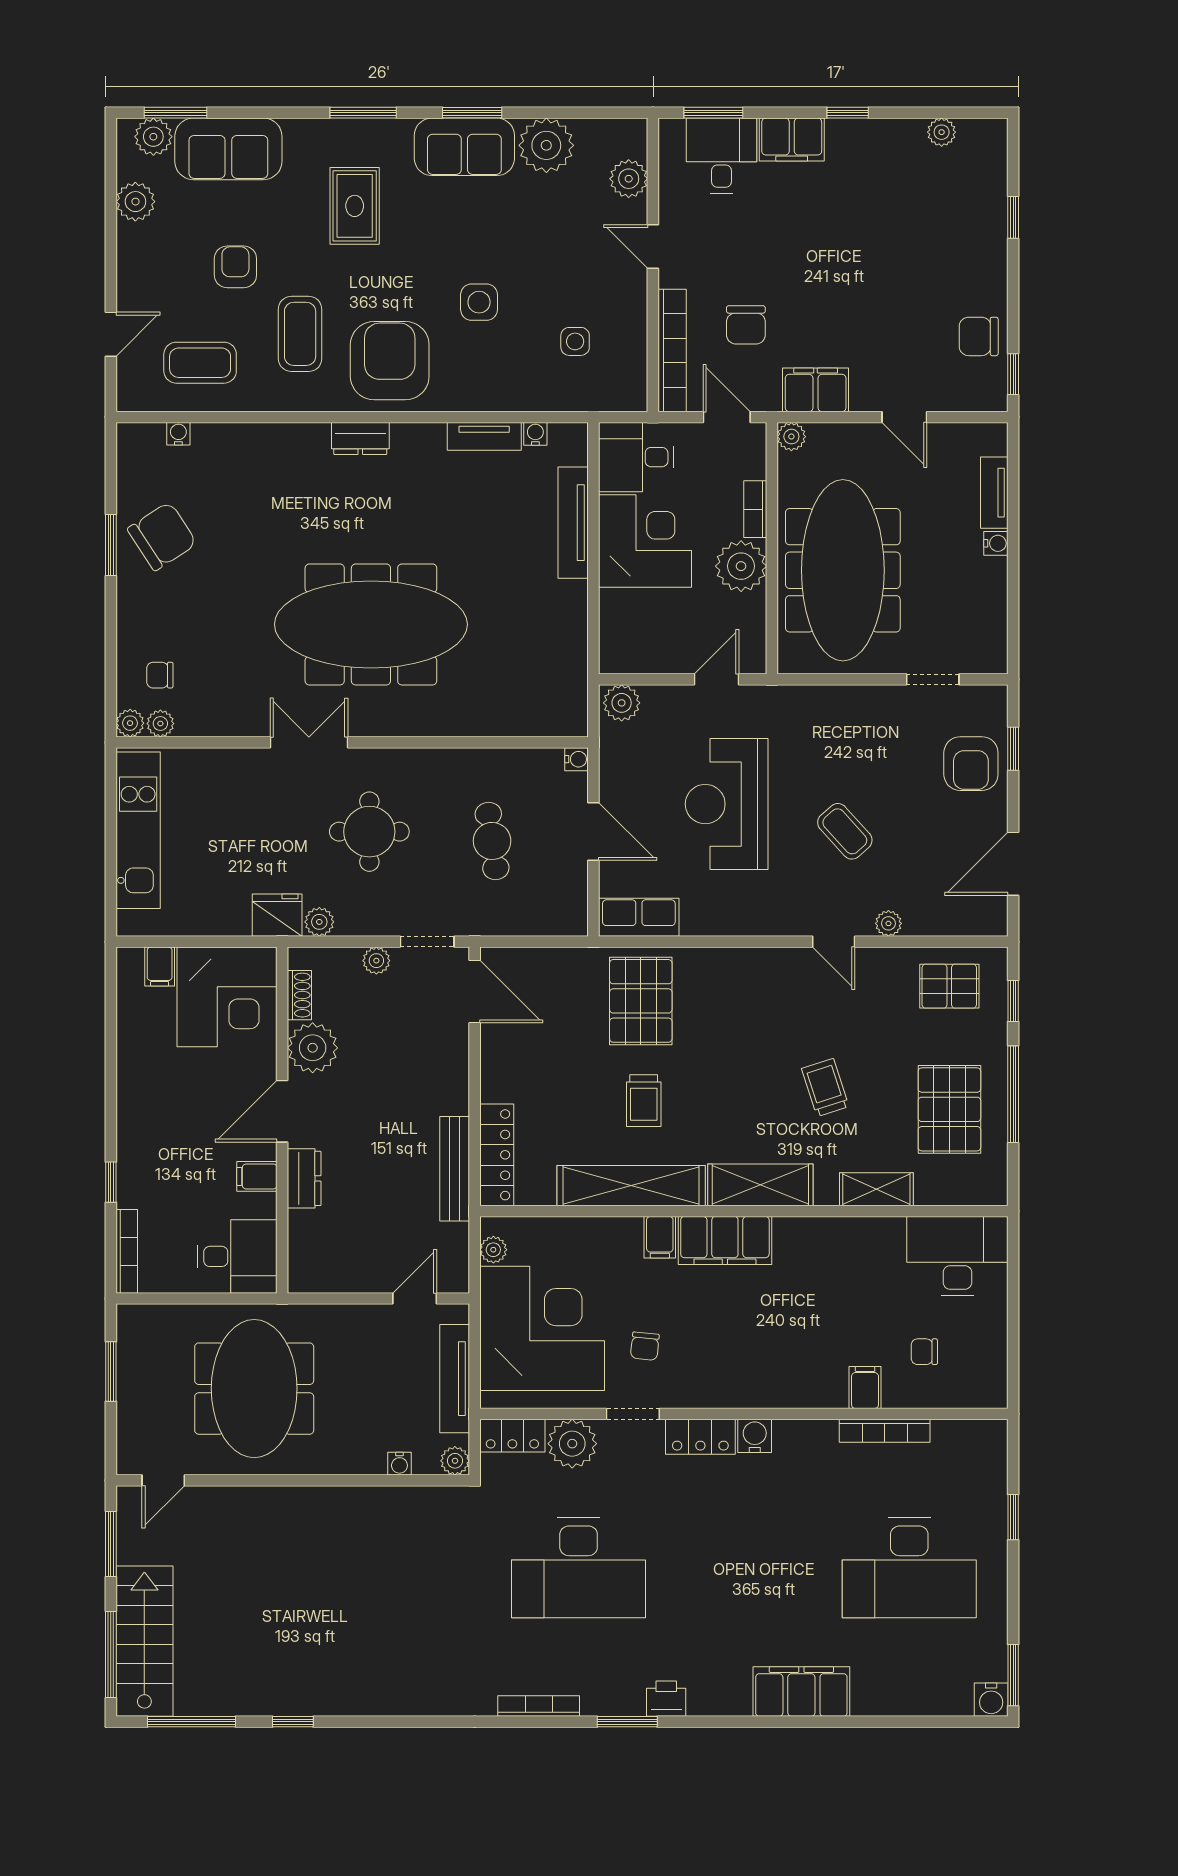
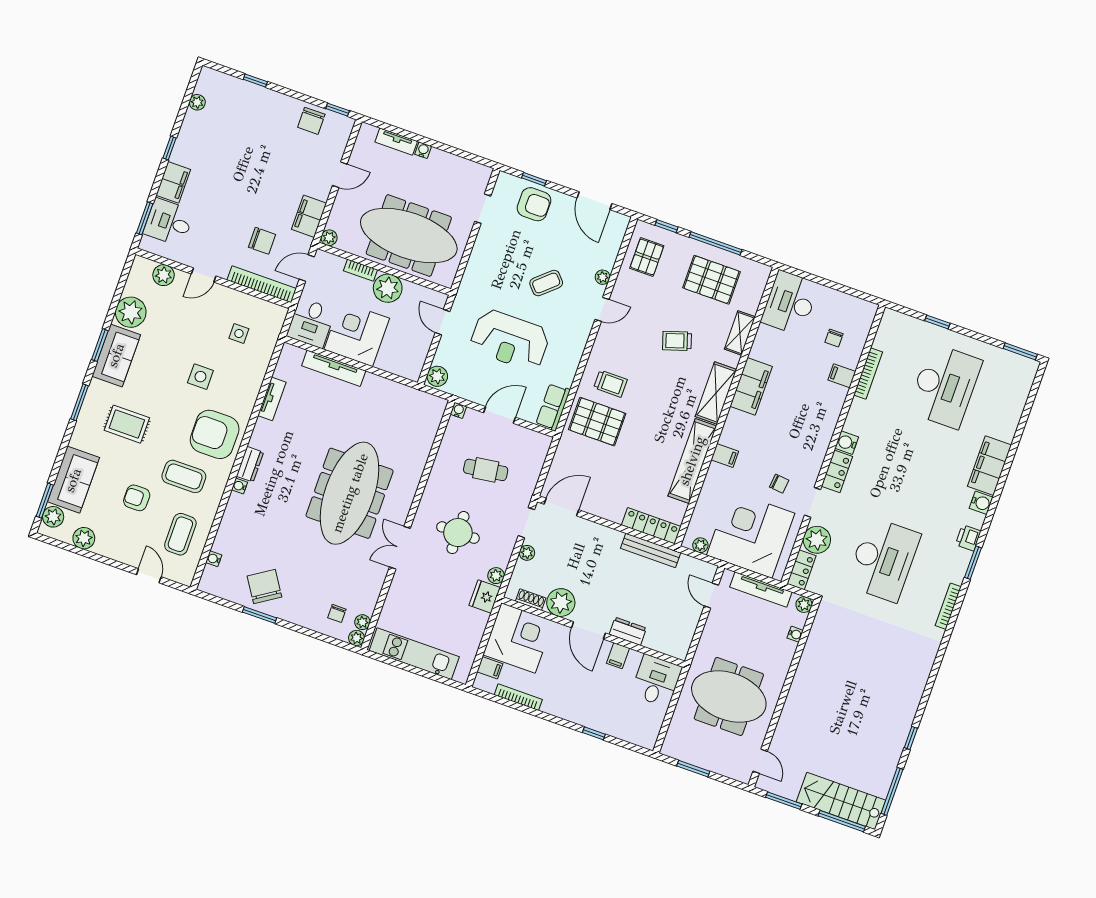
water cooler: (535, 434) -> (239, 486), moved
trolley: (644, 1101) -> (610, 384), moved
filing cabinet: (725, 1240) -> (751, 386), moved
bookcase: (127, 1251) -> (518, 697), moved
water cooler: (991, 1700) -> (981, 503), moved

